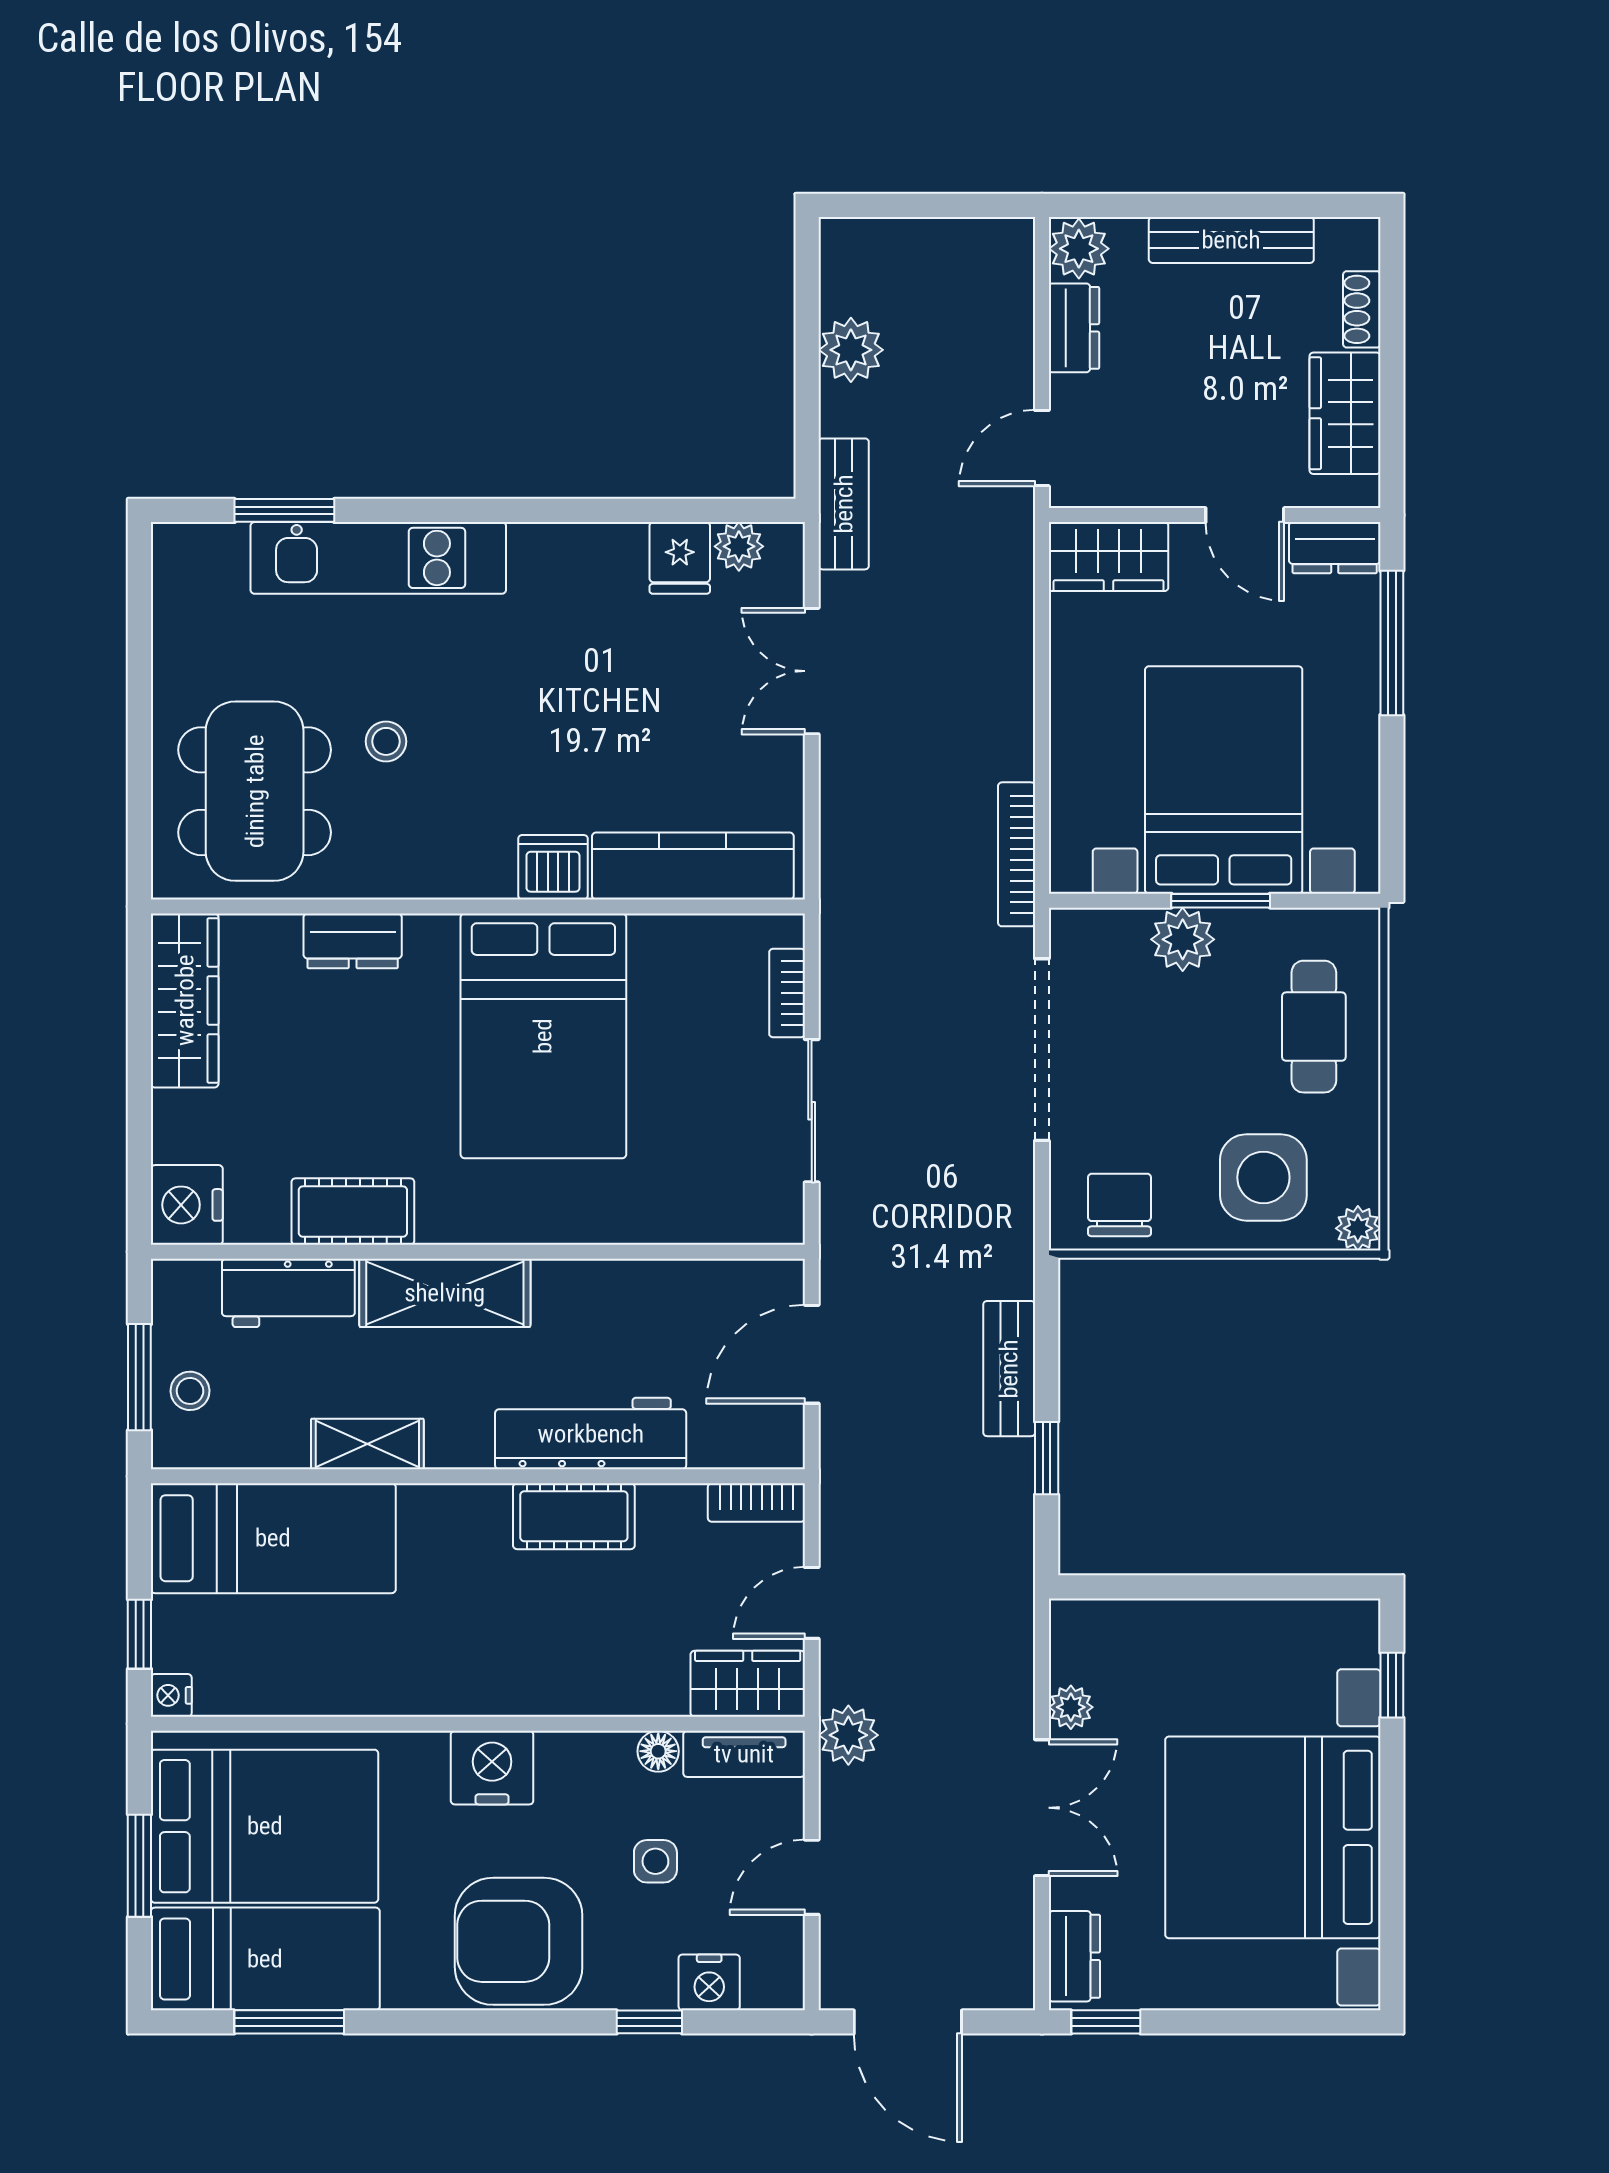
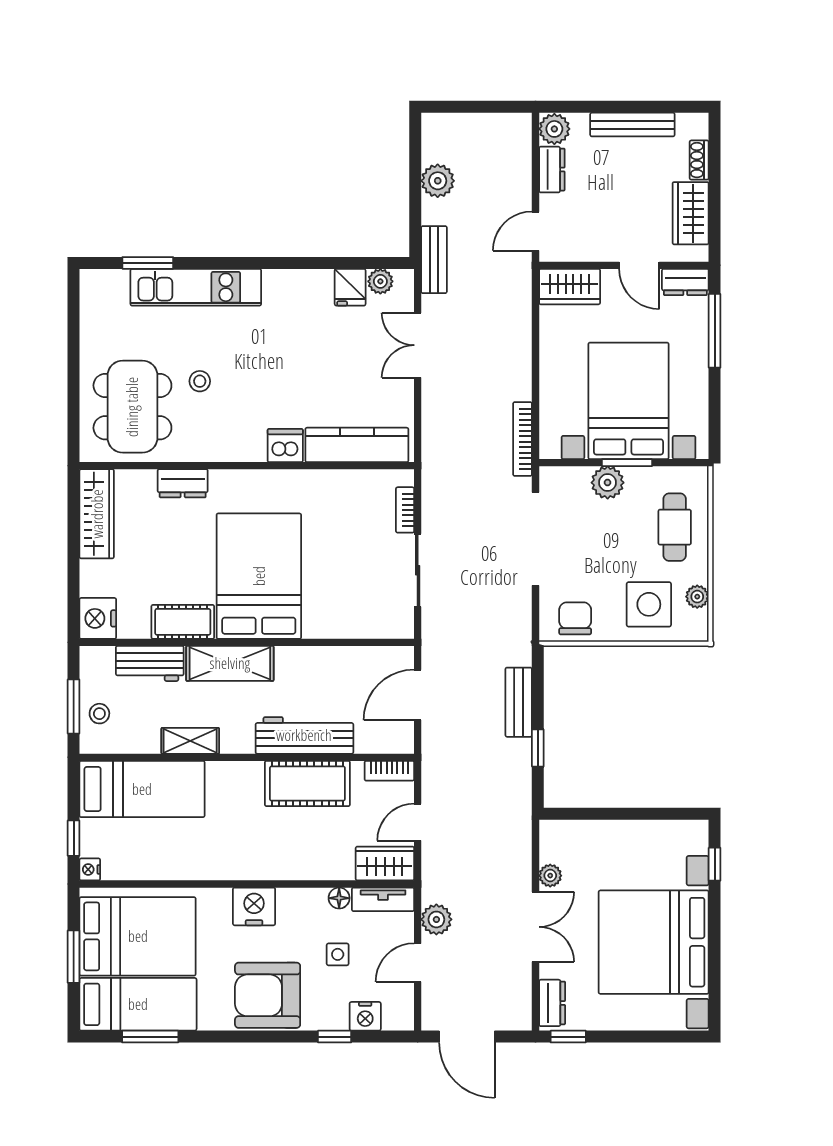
bed: (543, 1036) -> (259, 576), moved, turned 180
plant: (1358, 1228) -> (697, 597), moved
cot: (574, 1516) -> (307, 783), width x1.37, depth x1.34
plant: (848, 1735) -> (436, 919), moved

